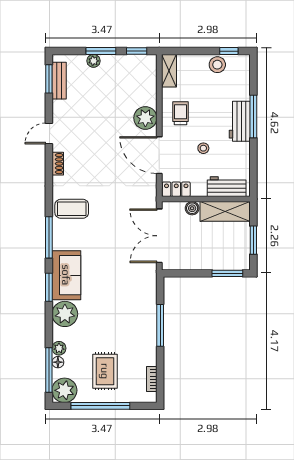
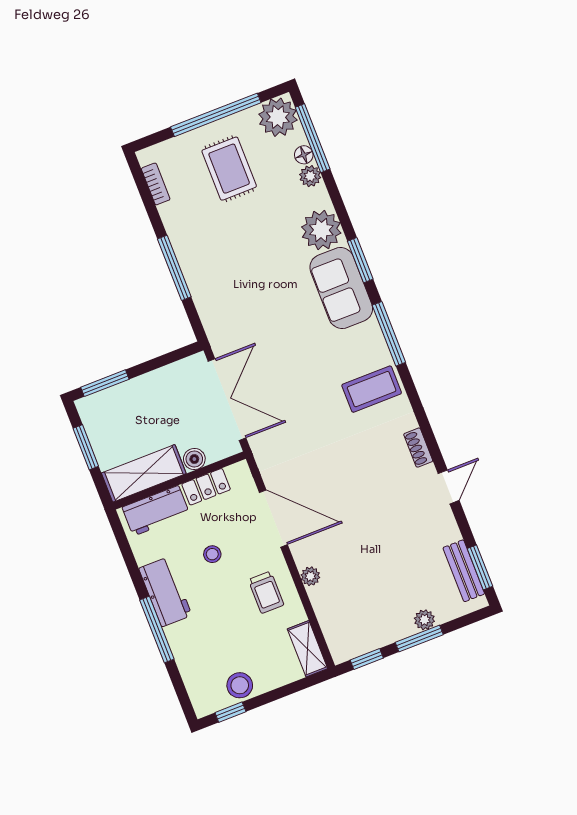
plant: (145, 118) -> (310, 576), width x0.53, depth x0.53
workbench: (240, 121) -> (165, 592), moved
locker: (176, 189) -> (206, 487), moved

